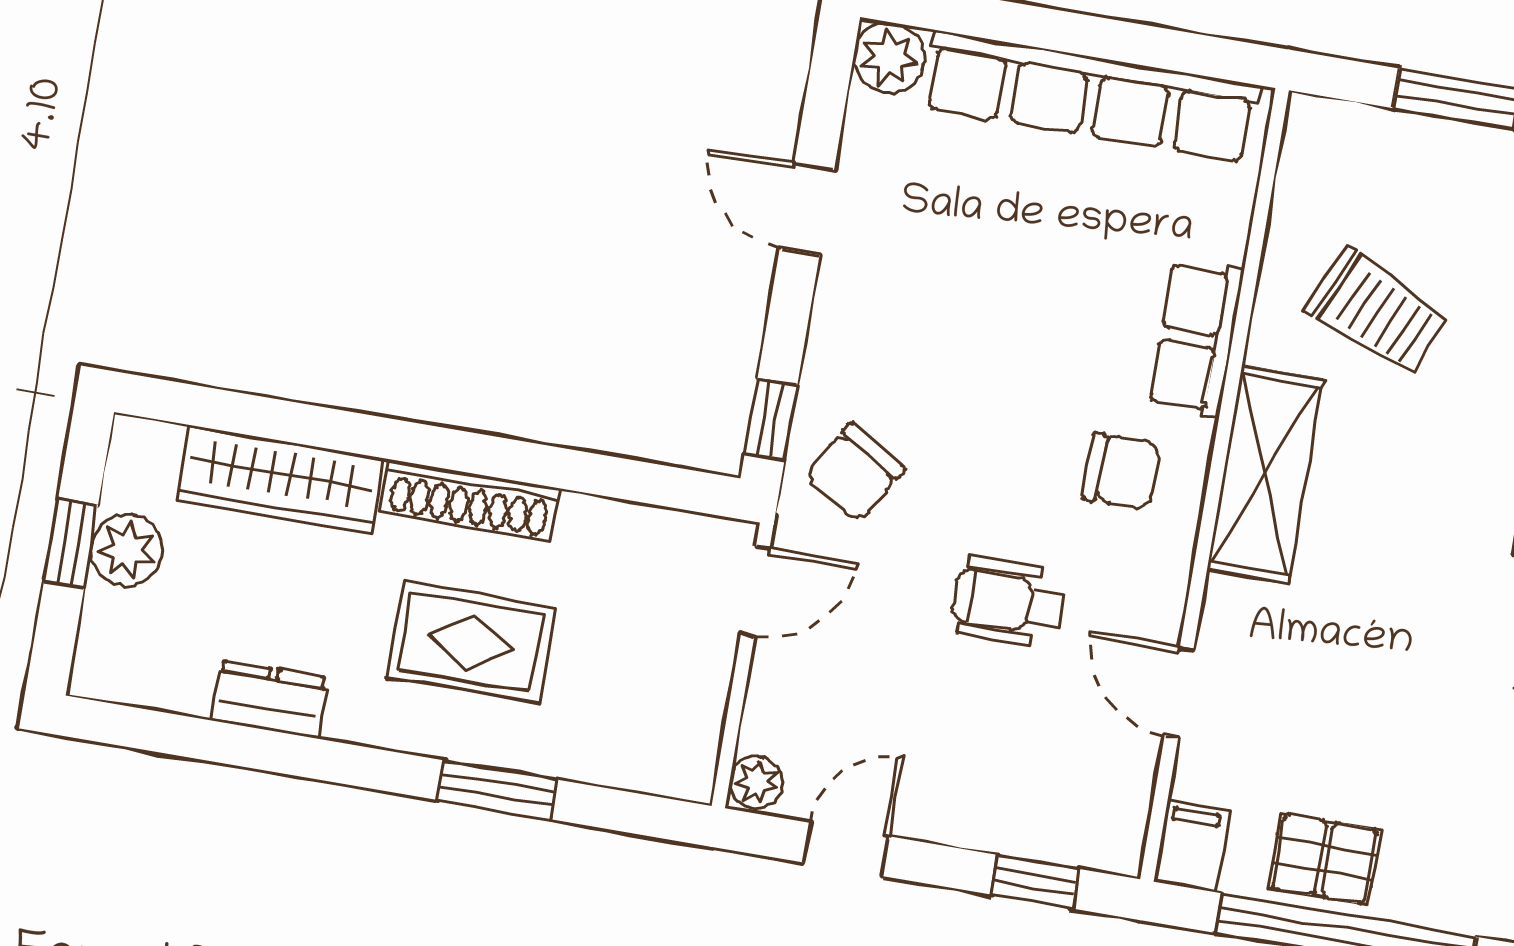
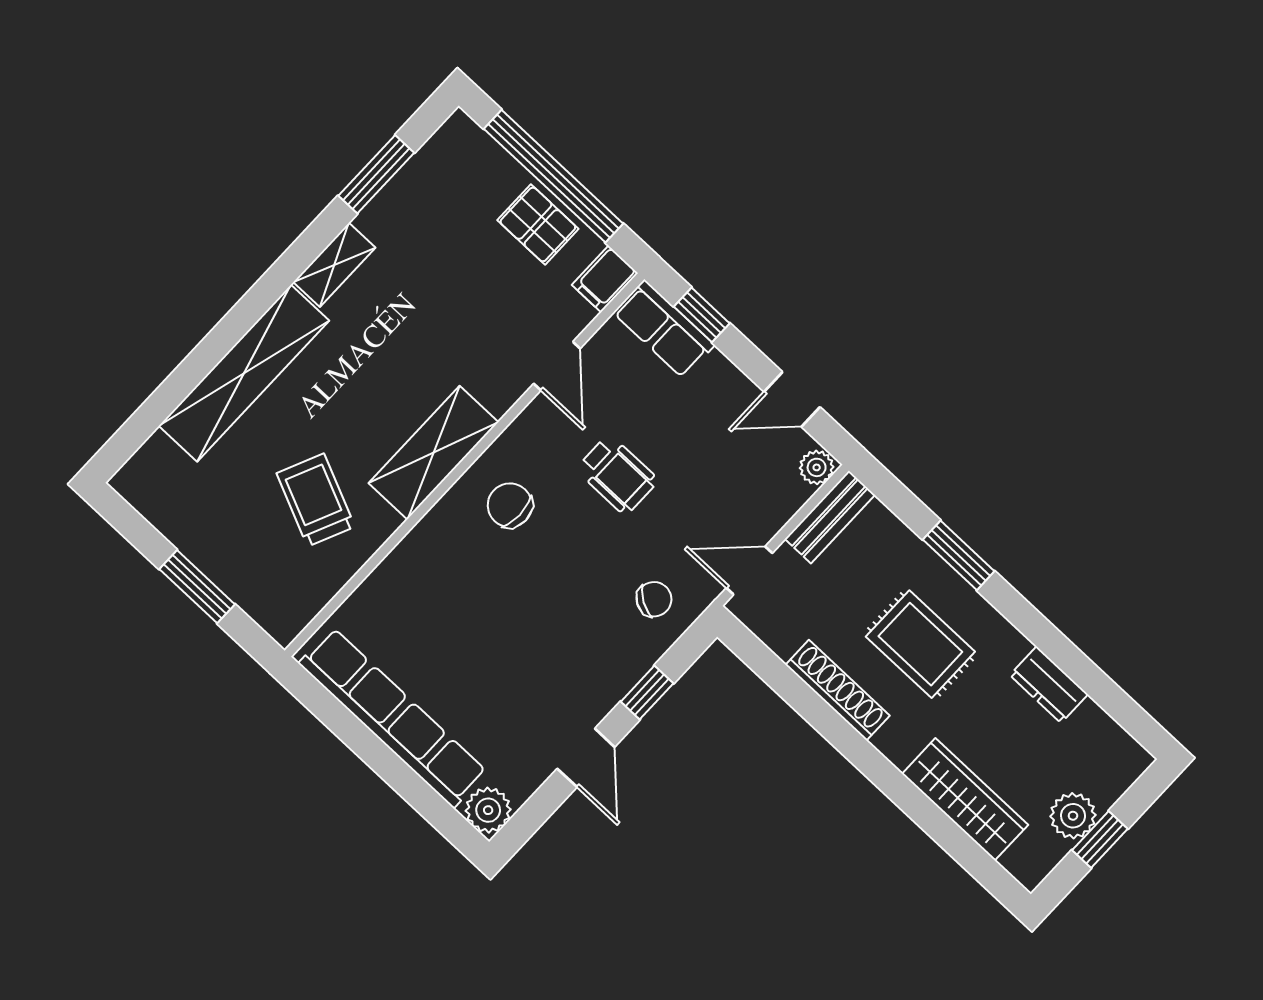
row of seats: (1196, 339) -> (664, 329), moved, turned 90
window: (771, 419) -> (647, 693), moved
chair: (854, 473) -> (654, 599), width x0.73, depth x0.73
shoe rack: (470, 500) -> (838, 690), moved
bench: (696, 730) -> (830, 517), added

